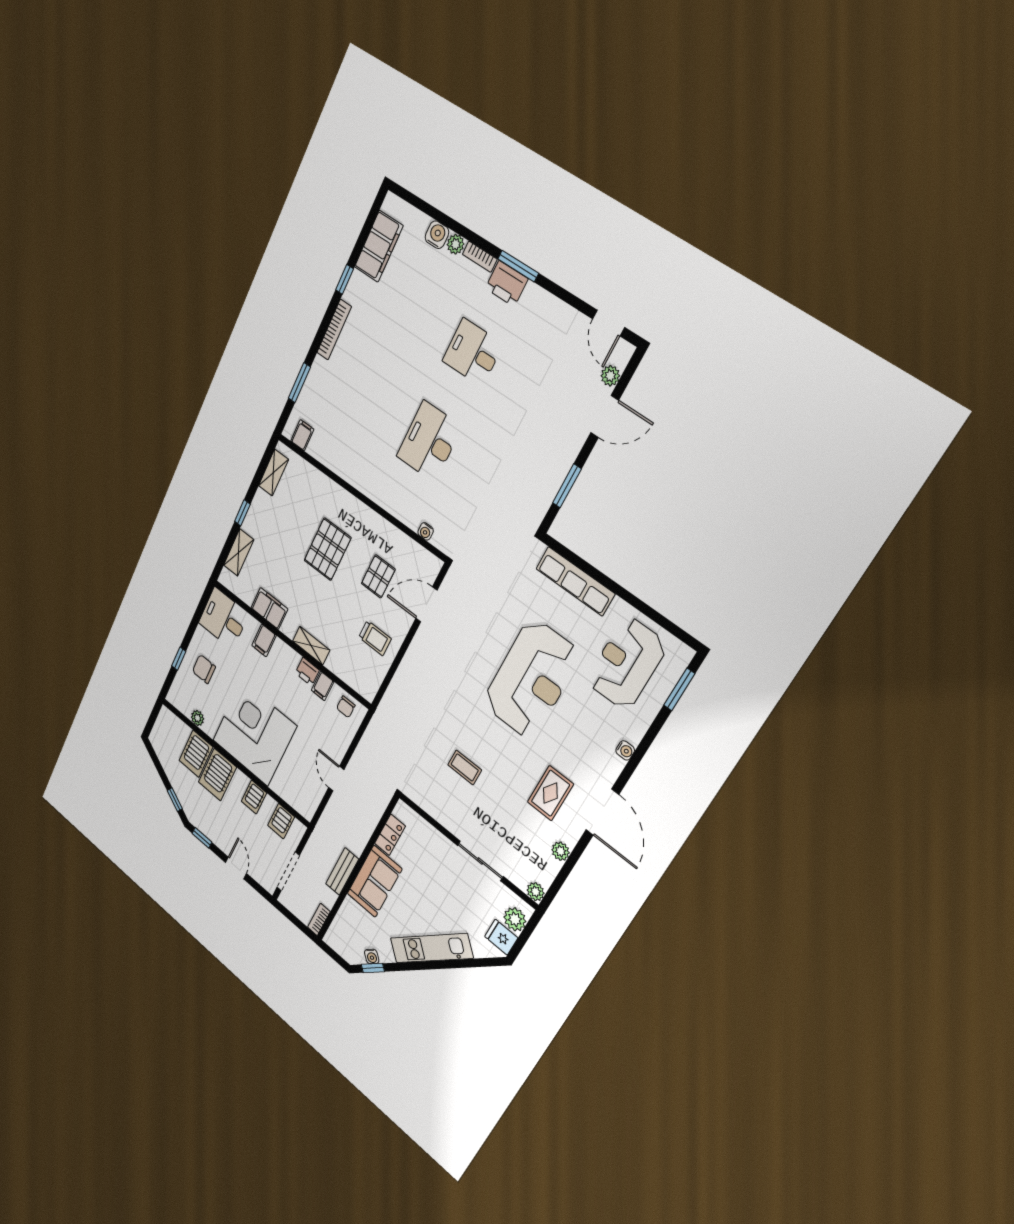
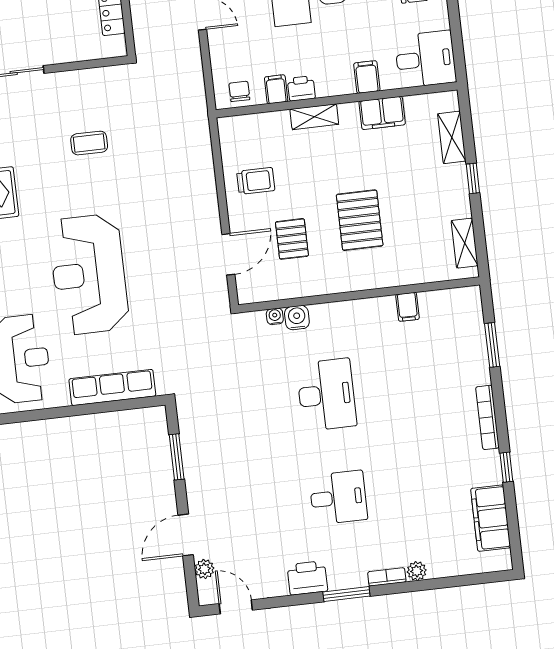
water cooler: (437, 235) -> (297, 318), moved, turned 180
printer: (507, 284) -> (307, 578), moved
filing cabinet: (302, 435) -> (408, 307), moved
trolley: (375, 638) -> (256, 181), turned 180

